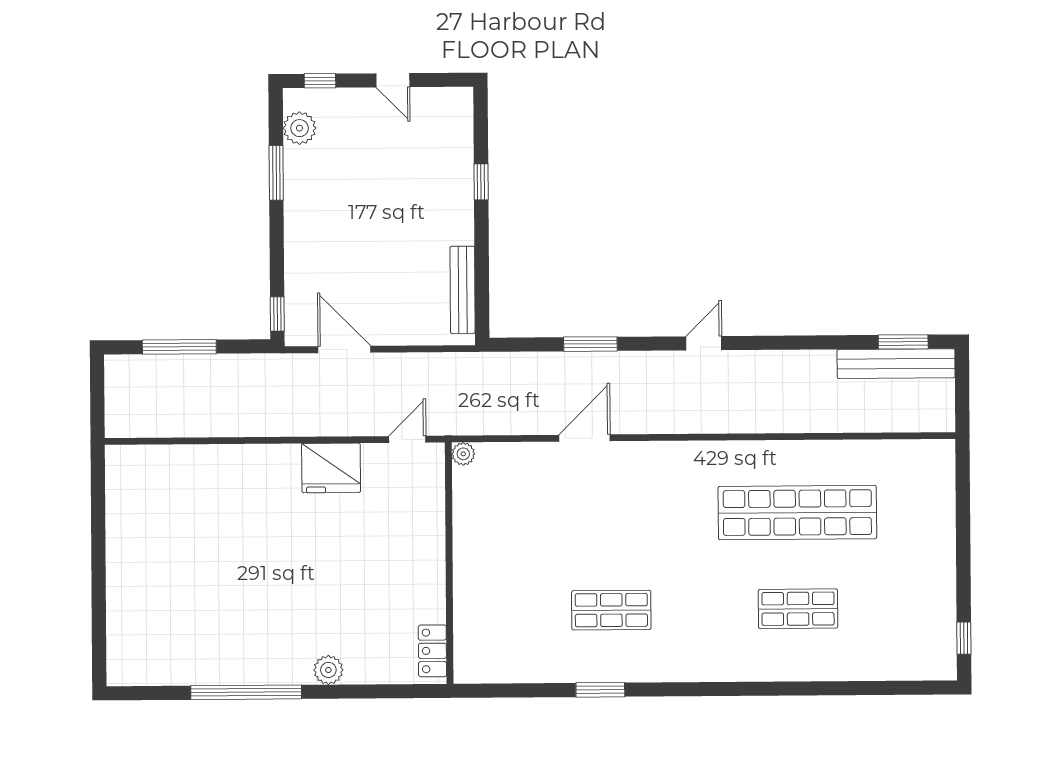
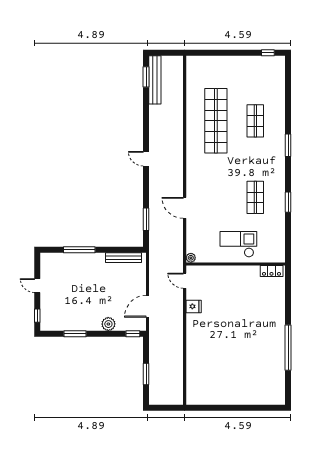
door: (393, 80) -> (37, 286), swing flipped
plant: (300, 128) -> (108, 324), moved
window: (481, 182) -> (79, 250), width x2.17
window: (590, 344) -> (146, 219), moved
window: (179, 347) -> (146, 374), width x0.69
fridge: (331, 468) -> (194, 306), width x0.53, depth x0.75
checkout: (497, 570) -> (238, 244), added
plant: (328, 670) -> (279, 314), removed
window: (739, 689) -> (288, 145), added

